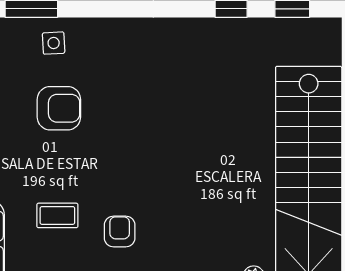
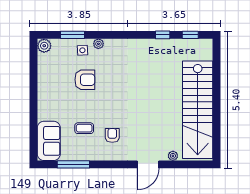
plant: (89, 29) -> (98, 44), added

